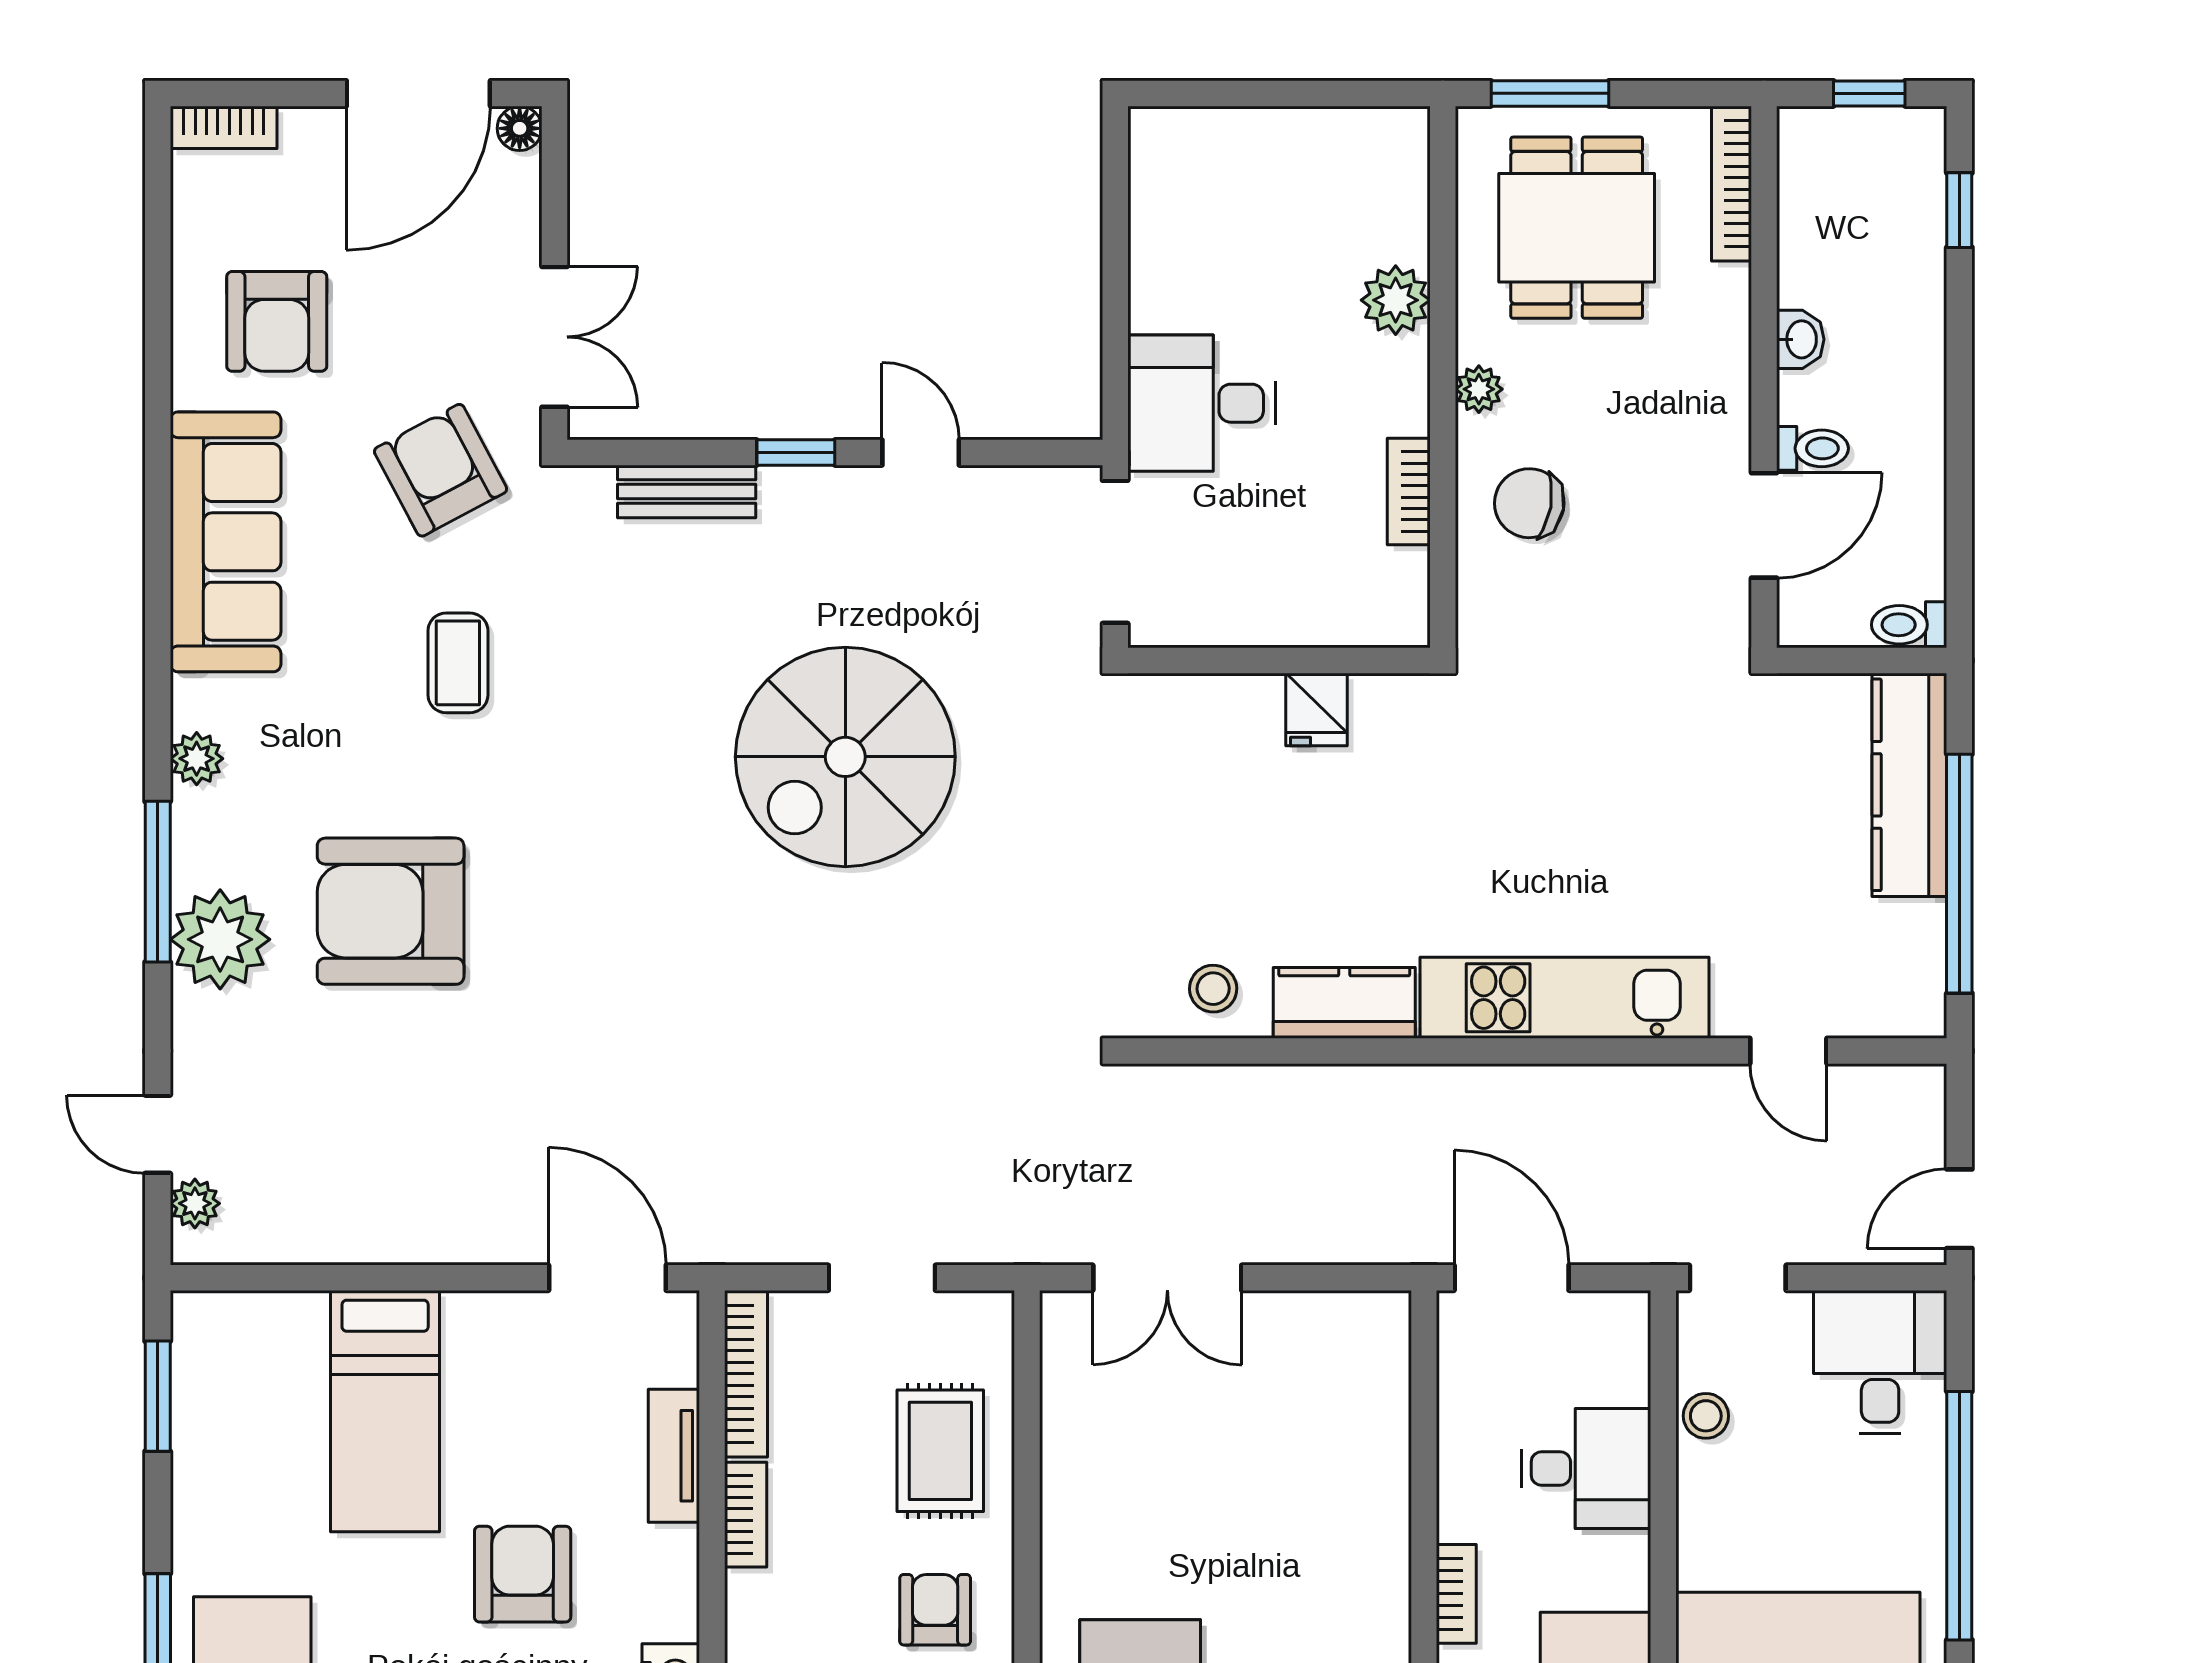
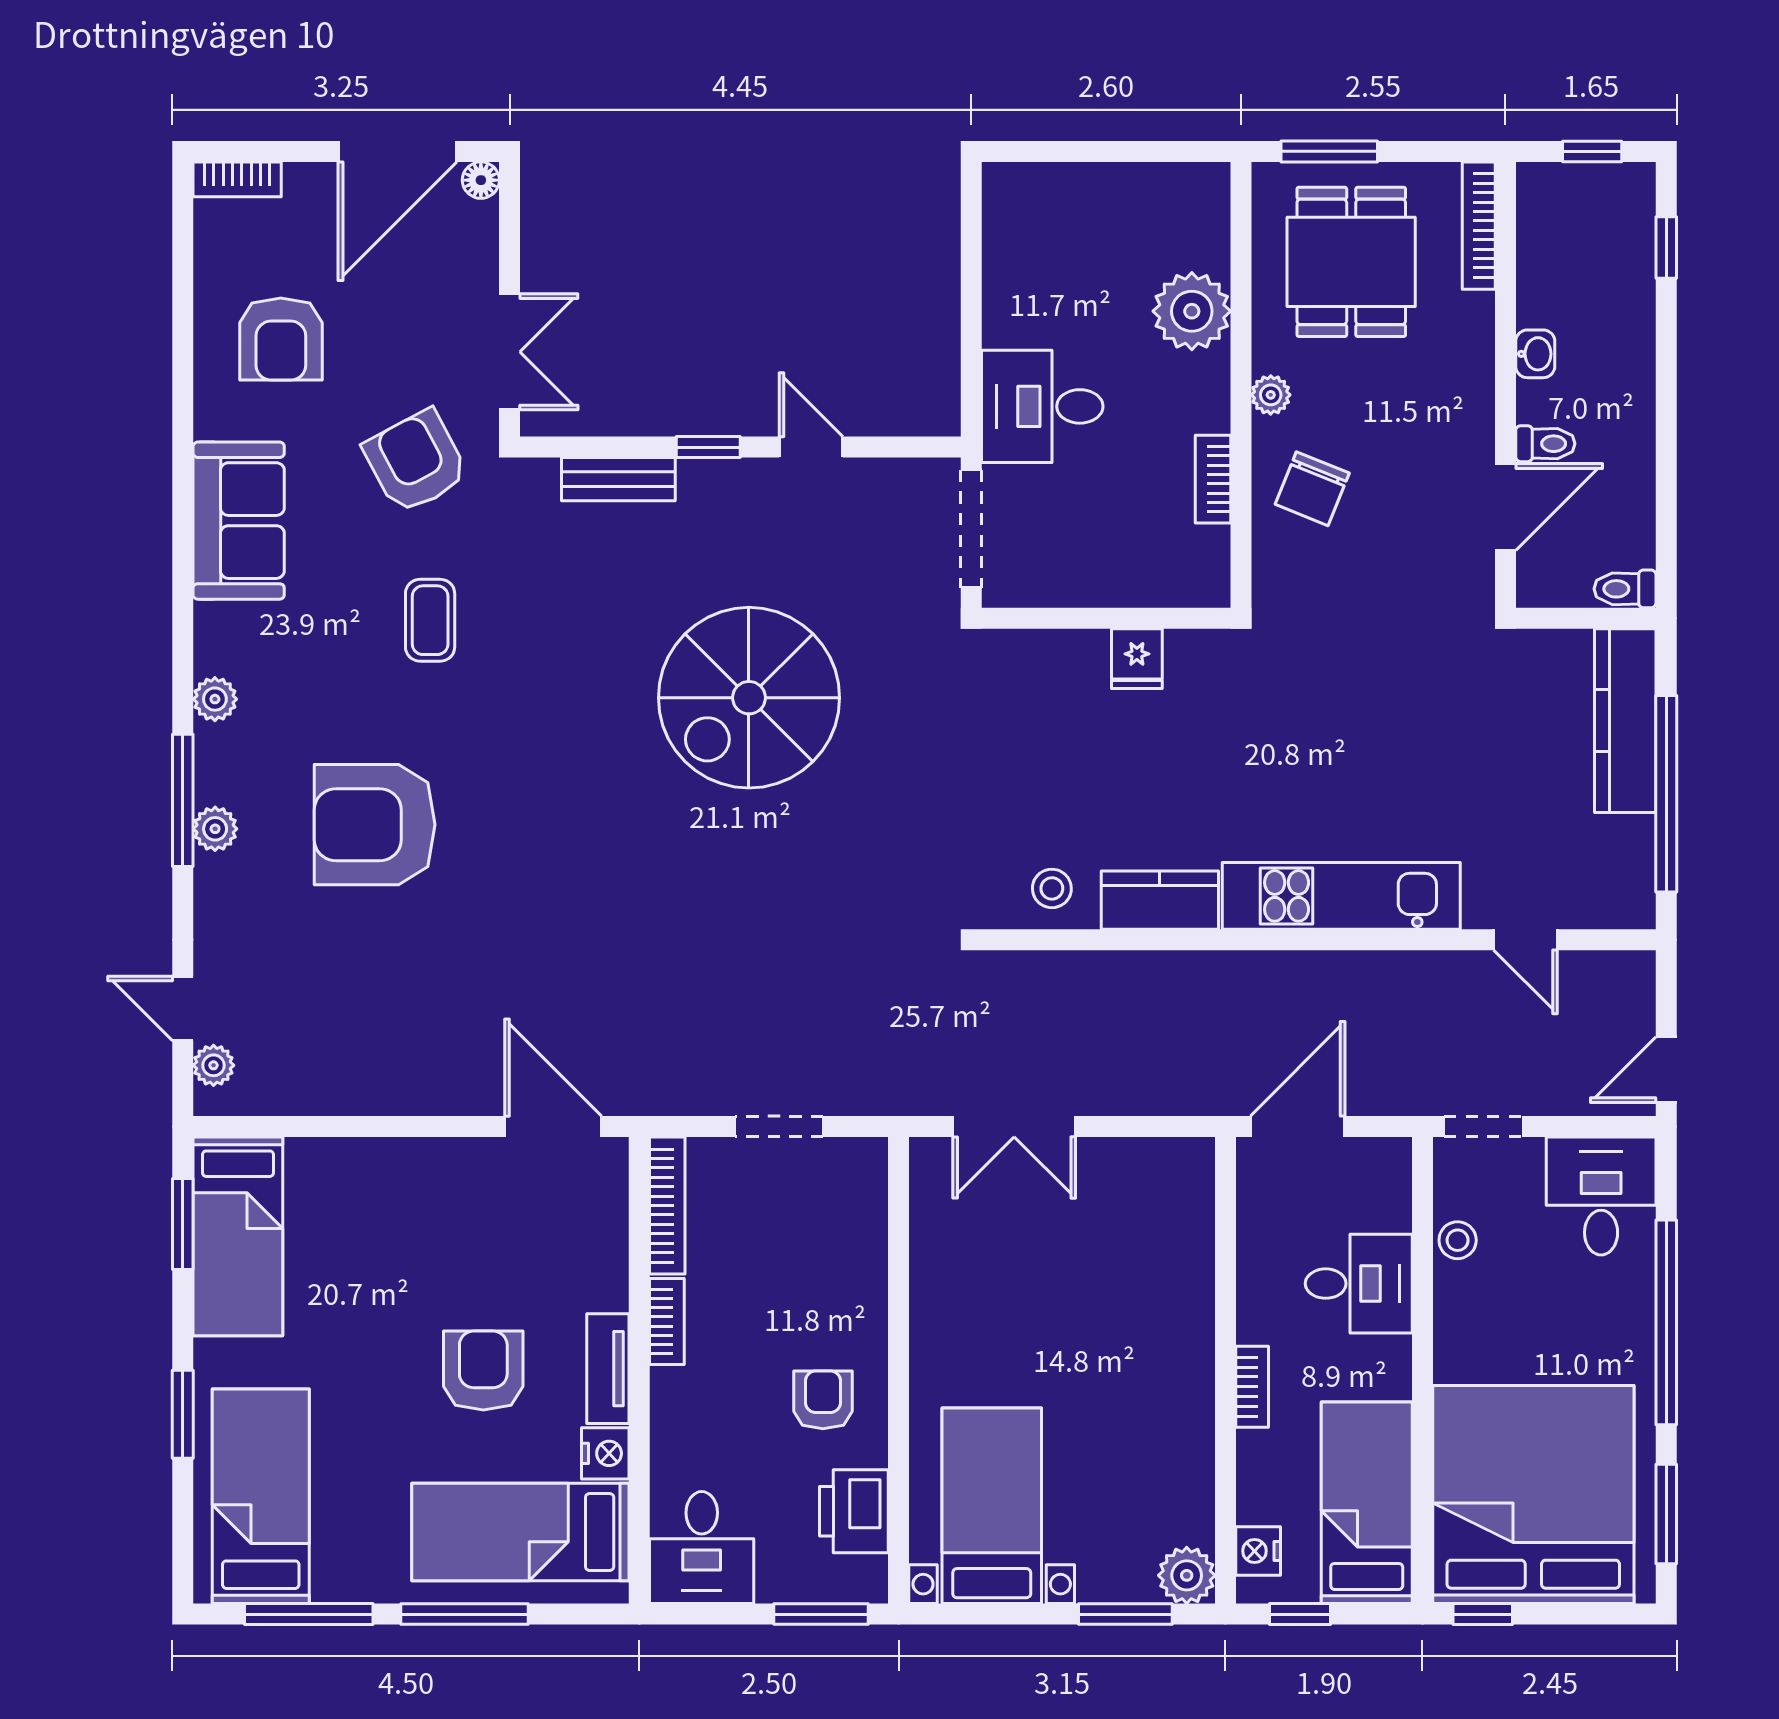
plant: (1396, 300) -> (1192, 311), width x1.36, depth x1.36
chair: (1529, 503) -> (1312, 489), turned -78
sofa: (226, 542) -> (239, 521), width x0.73
plant: (220, 939) -> (215, 829), width x0.53, depth x0.53
door: (1512, 1278) -> (1298, 1127), hinge flipped
bed: (385, 1411) -> (238, 1236), moved
rug: (940, 1451) -> (827, 1269), removed
tv unit: (674, 1456) -> (608, 1369), moved

